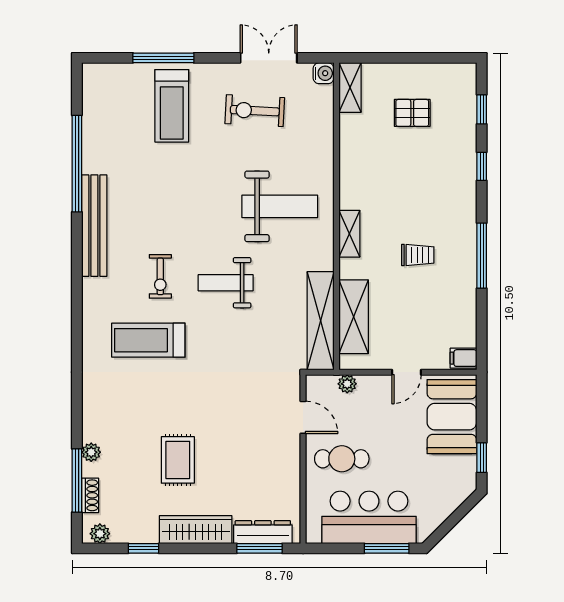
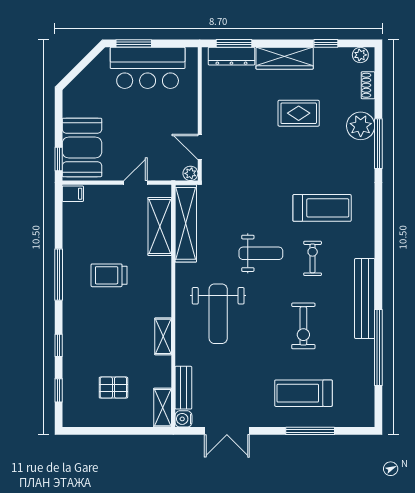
treadmill: (172, 106) -> (303, 393), turned -90
exercise bike: (255, 111) -> (303, 326), moved, turned 87
bench: (324, 113) -> (183, 388), added
weight bench: (280, 206) -> (218, 314), turned -90
shelving: (349, 234) -> (163, 336), moved
trolley: (418, 255) -> (109, 275), width x1.36, depth x1.39
door: (407, 372) -> (136, 183), moved
plant: (347, 384) -> (190, 173), moved
plant: (91, 452) -> (361, 126), width x1.87, depth x1.87
window: (482, 458) -> (59, 159), moved
cafe table: (342, 459) -> (169, 114), removed
rug: (178, 460) -> (299, 113), turned 90
window: (77, 481) -> (378, 144), moved

